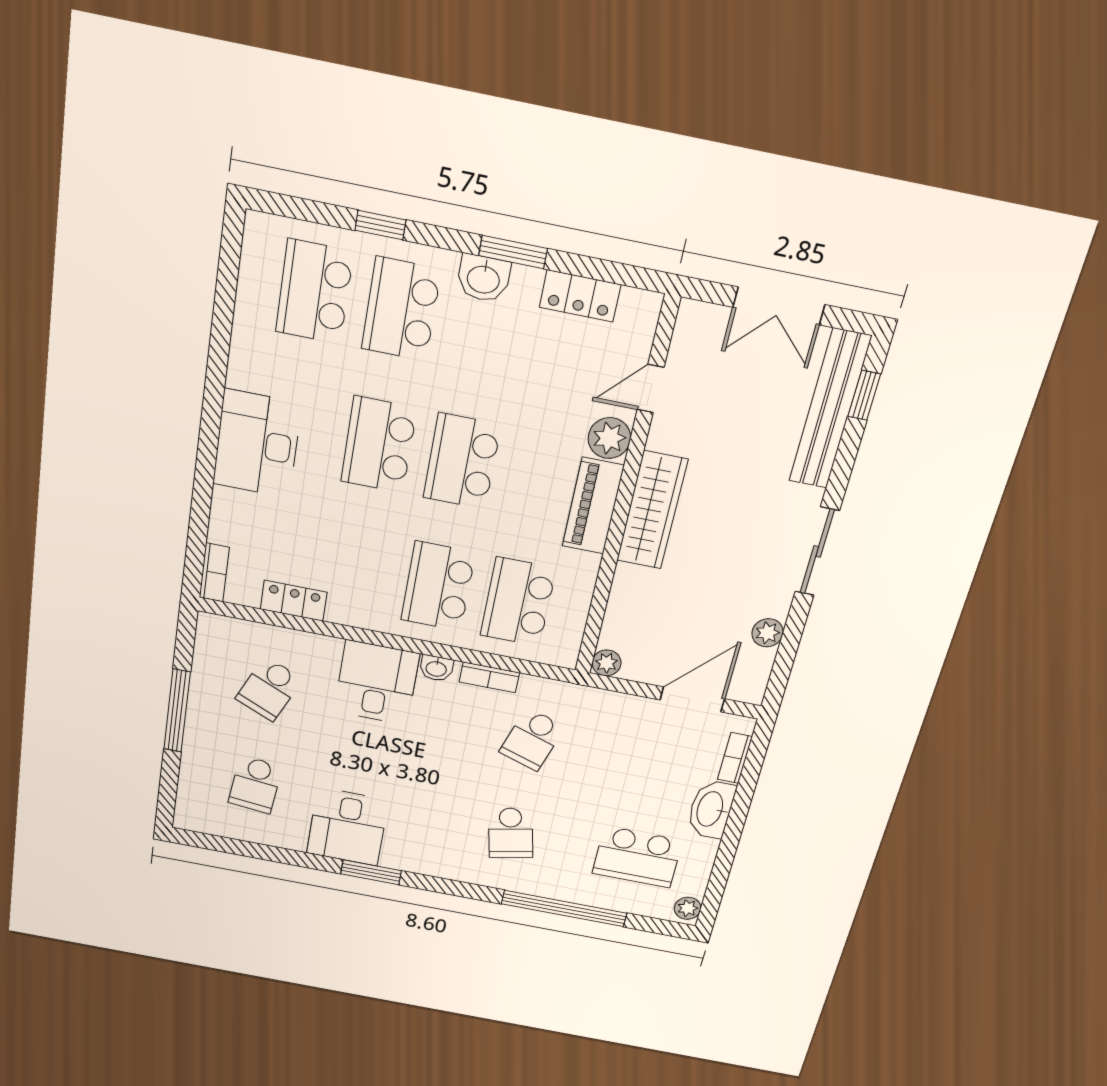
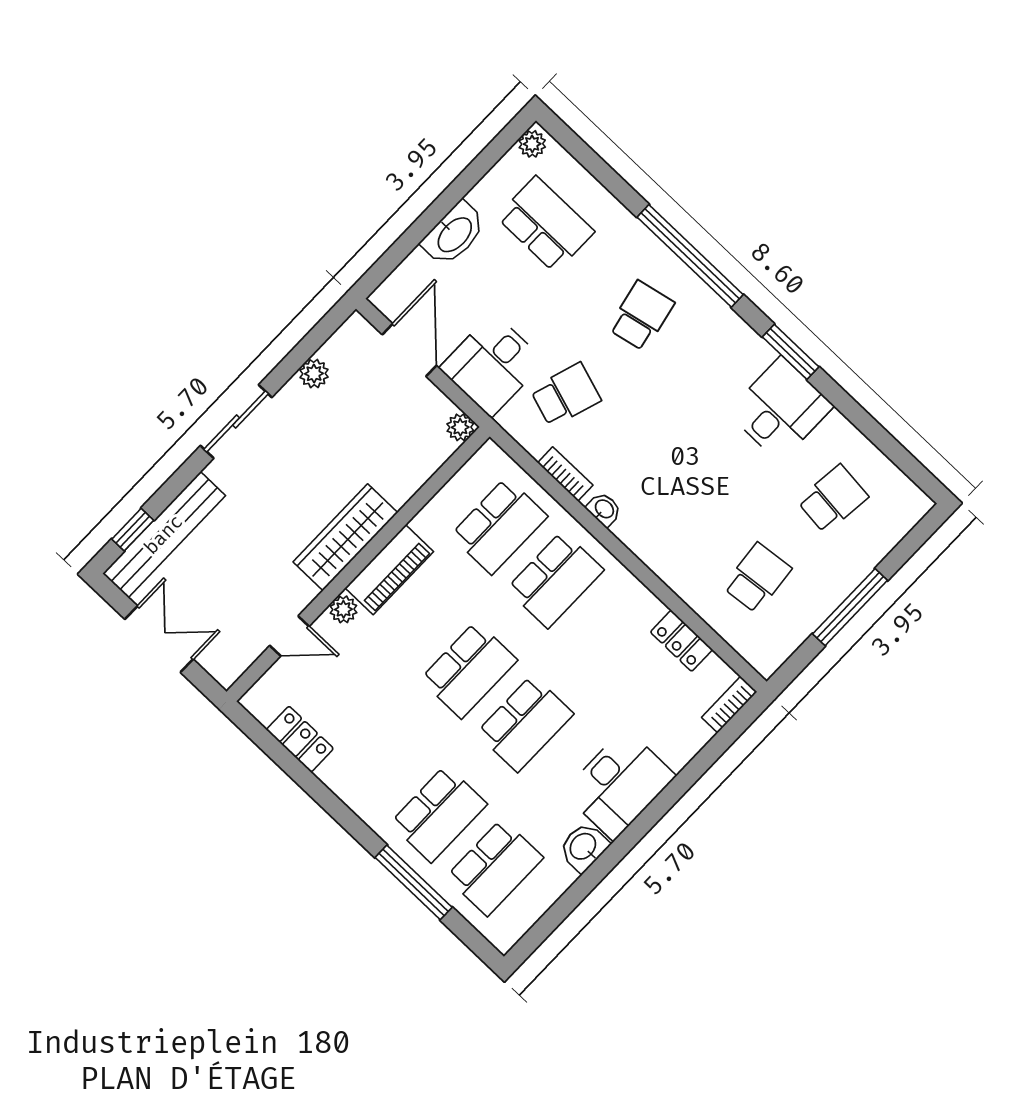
window: (380, 225) -> (414, 882), width x2.17
window: (513, 252) -> (329, 802), removed
washbasin: (484, 278) -> (584, 847), moved, turned -90
plant: (609, 438) -> (343, 609), width x0.73, depth x0.73
desk: (377, 683) -> (492, 365), moved
school desk: (269, 689) -> (757, 578), turned -30
door: (692, 699) -> (409, 350), swing flipped
bookcase: (735, 758) -> (405, 272), removed
window: (564, 909) -> (690, 256), moved

